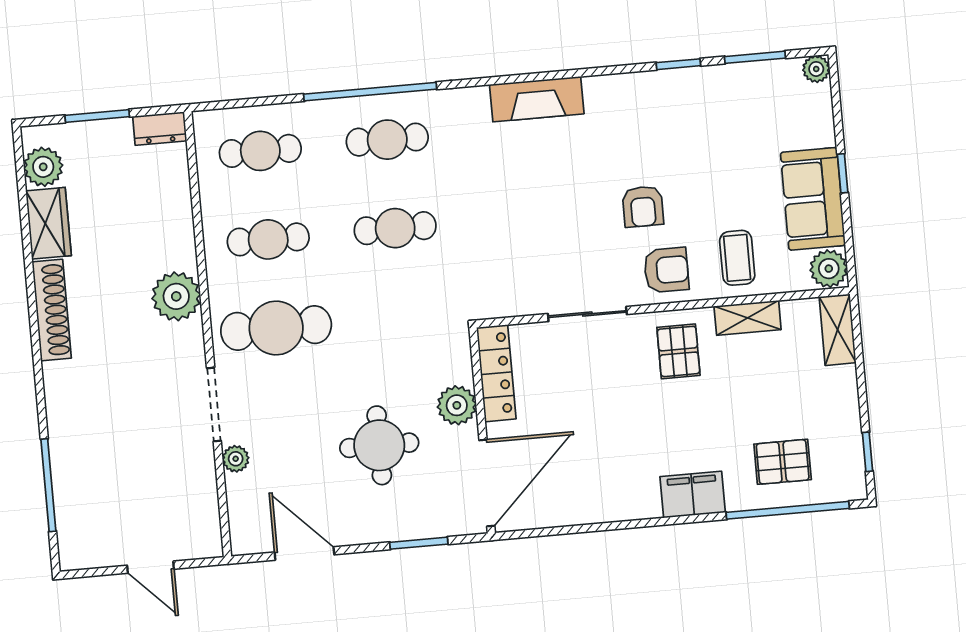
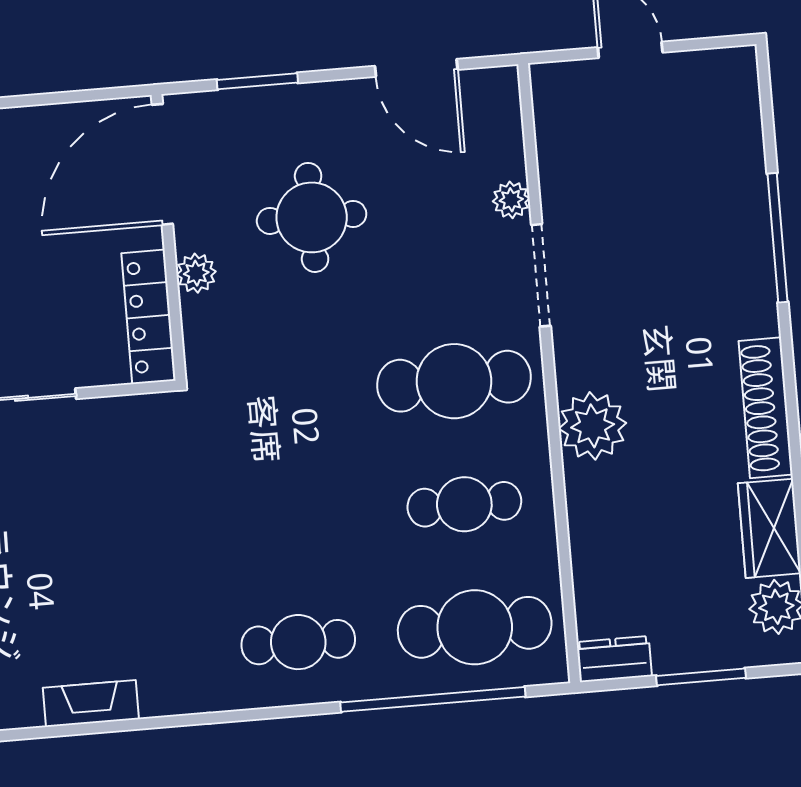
window: (370, 92) -> (433, 699), moved
fireplace: (537, 99) -> (91, 703), width x0.73, depth x0.76
cafe table: (260, 151) -> (475, 627), width x1.37, depth x1.35
cafe table: (395, 228) -> (288, 519), removed
plant: (457, 405) -> (196, 273), width x0.73, depth x0.73
window: (48, 485) -> (778, 238), moved

